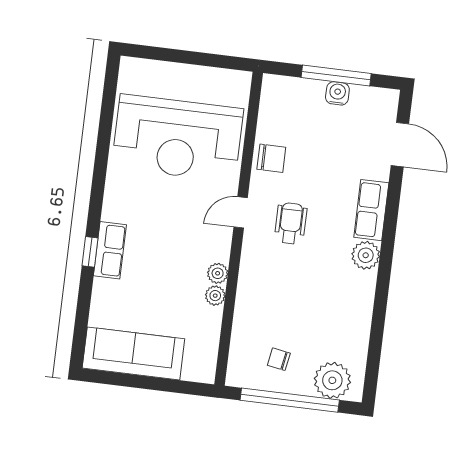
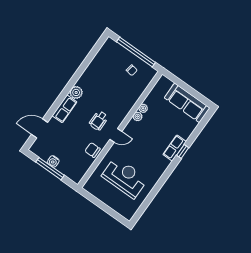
reception desk: (178, 138) -> (125, 178), width x0.74, depth x0.77
door: (400, 145) -> (40, 128), hinge flipped
plant: (332, 380) -> (115, 51), removed

